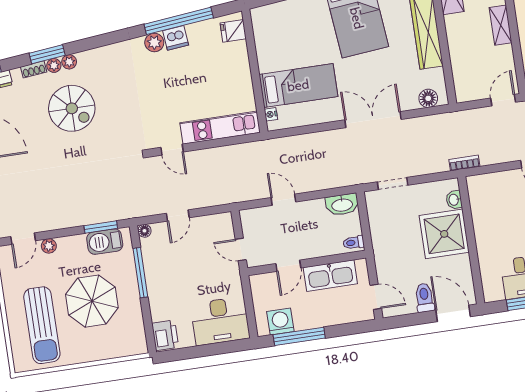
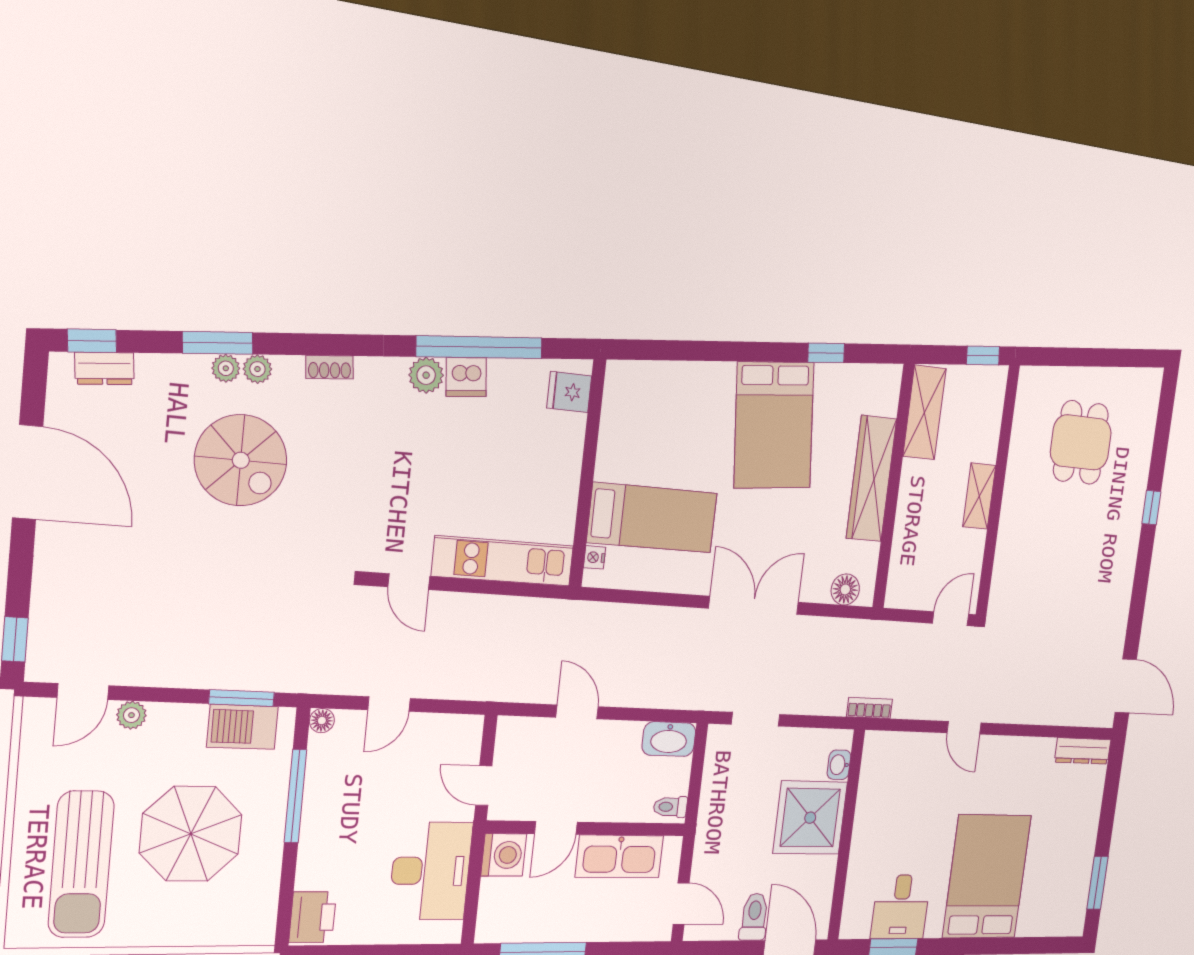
shoe rack: (34, 69) -> (330, 367), moved
desk: (220, 321) -> (431, 871), moved, turned -90
washing machine: (280, 321) -> (504, 855), moved, turned 90

